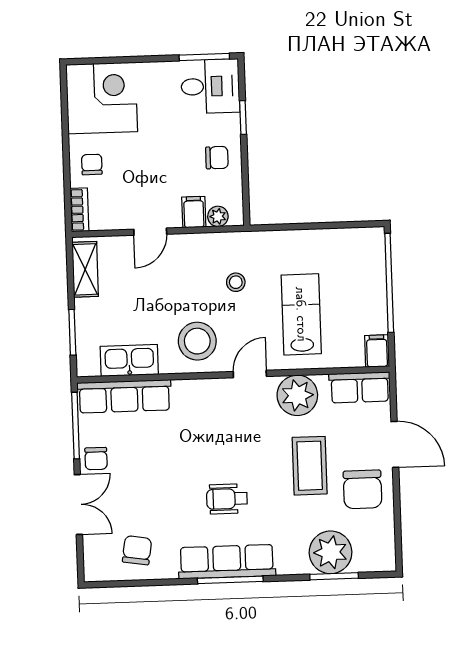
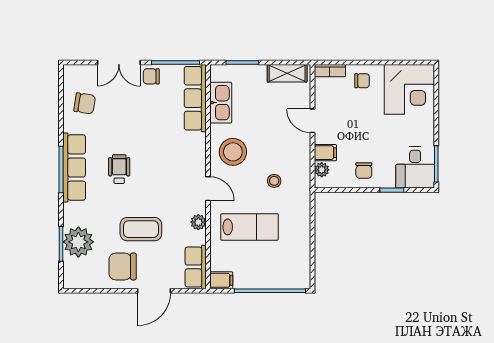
plant: (297, 395) -> (198, 222), width x0.53, depth x0.53

